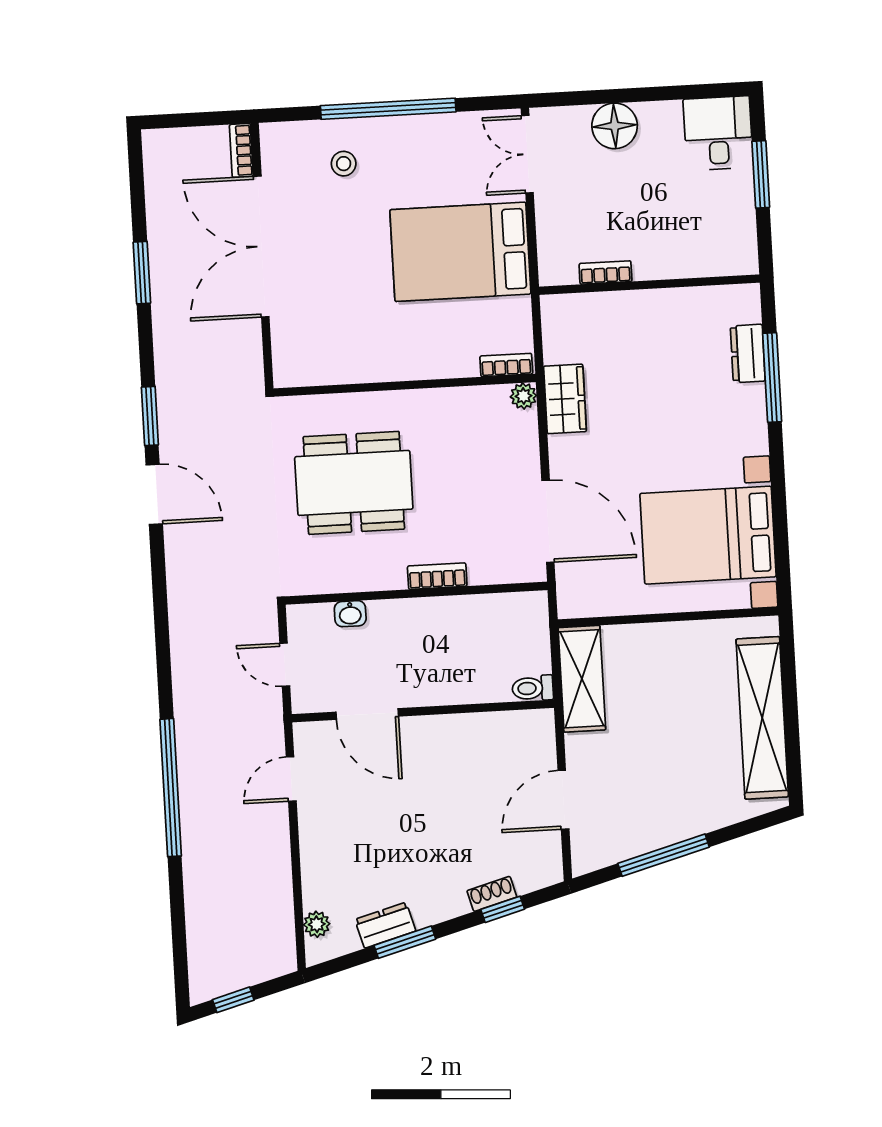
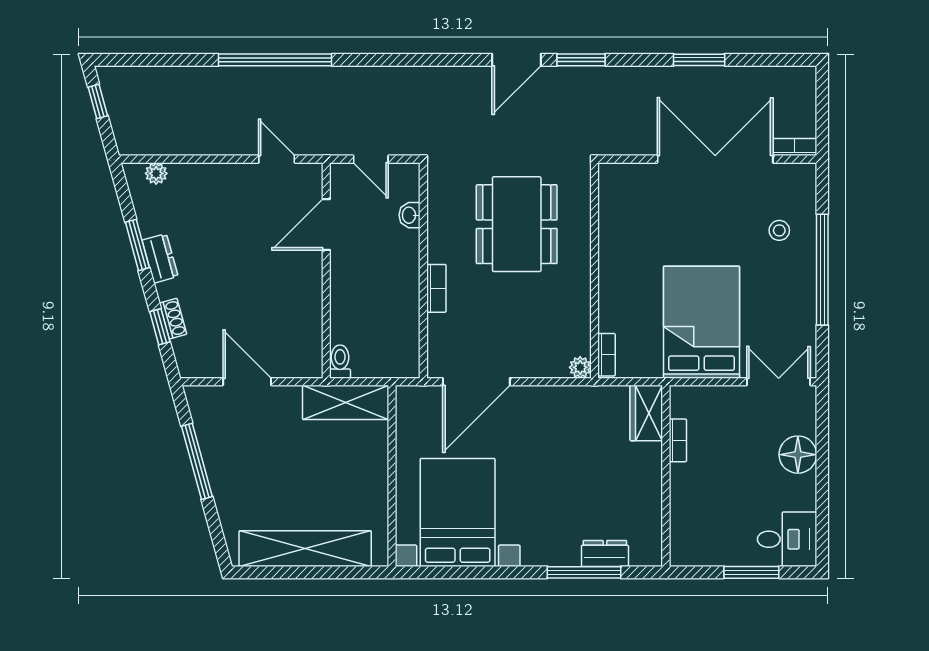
wardrobe: (565, 399) -> (646, 413), moved, turned 90
door: (285, 665) -> (371, 159), swing flipped
dresser: (385, 925) -> (160, 258), moved

